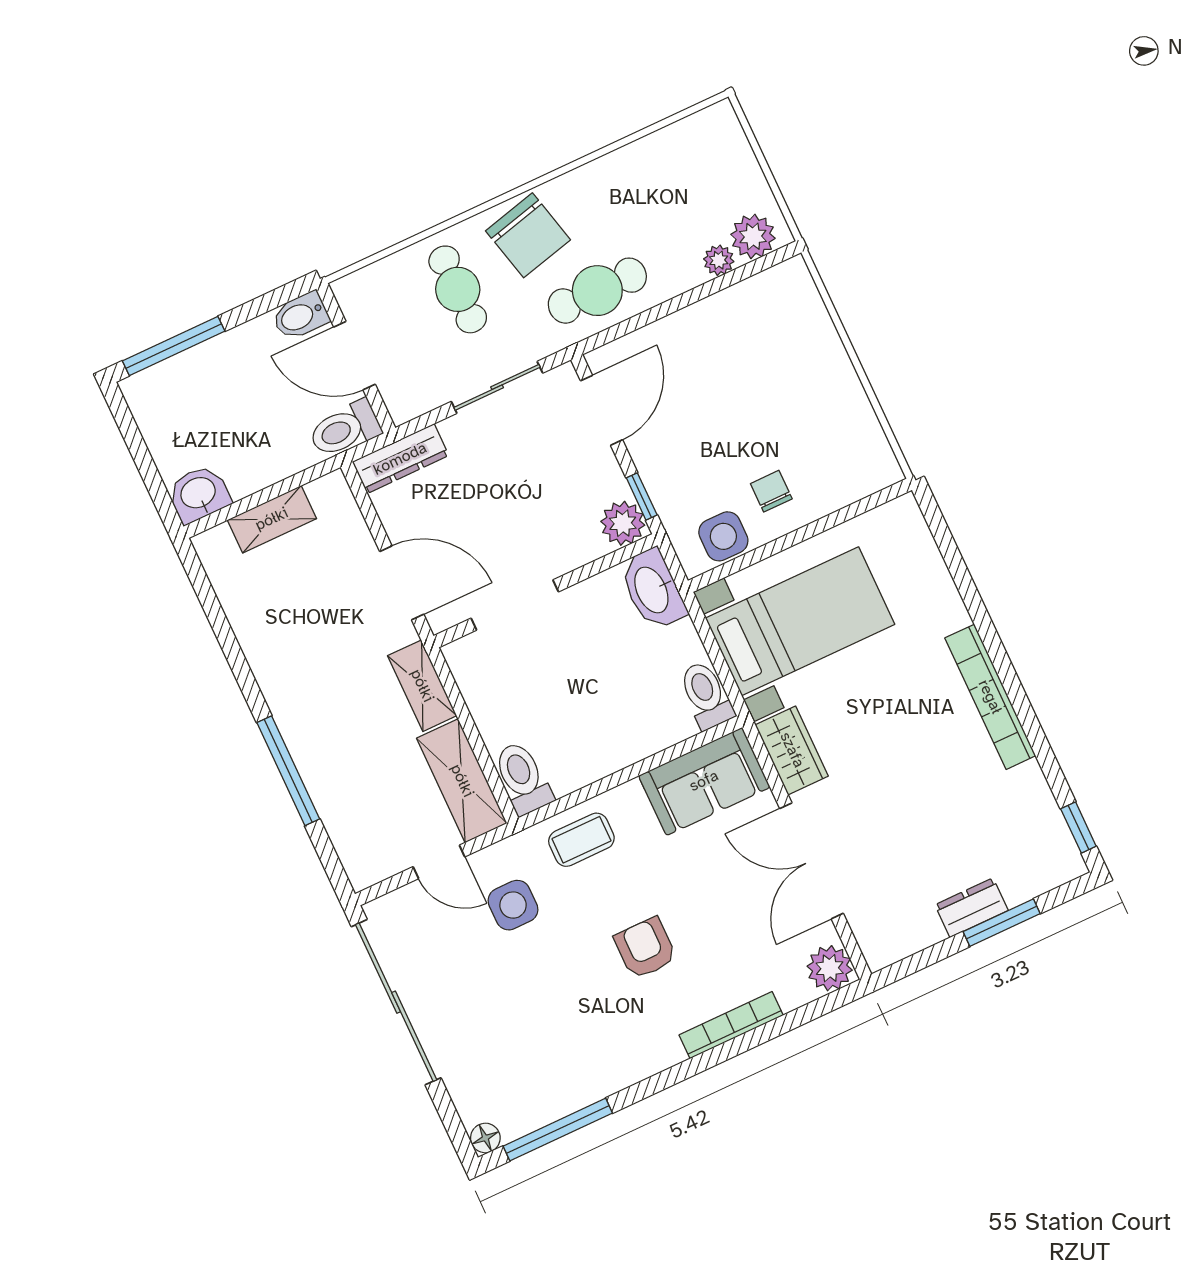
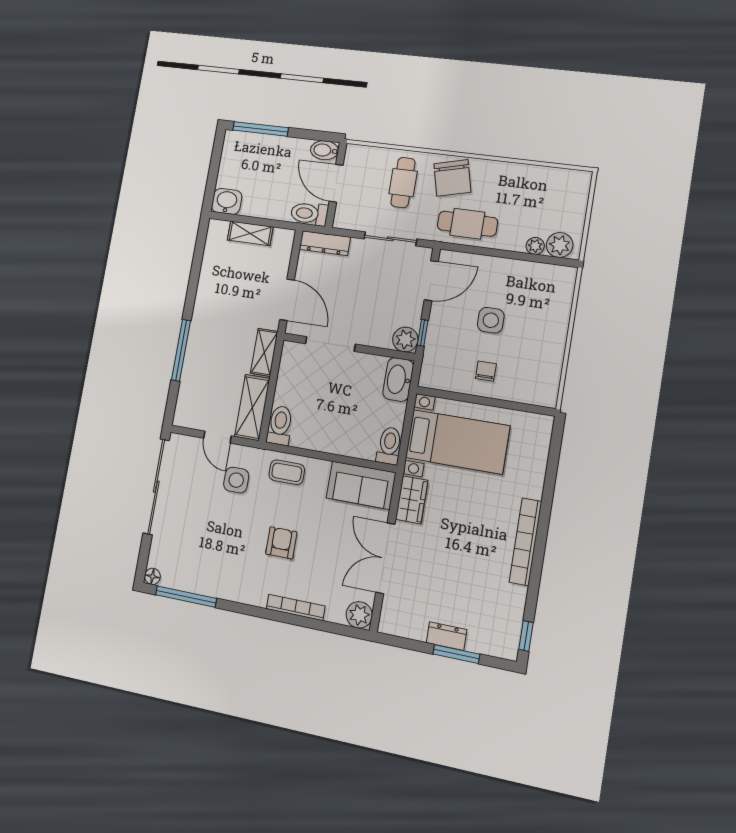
side table: (723, 536) -> (491, 320), moved

